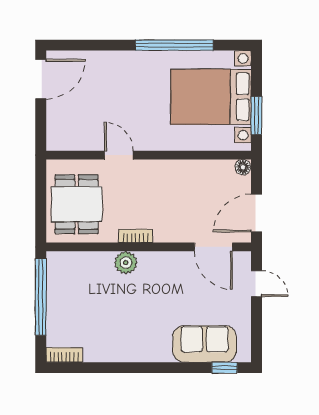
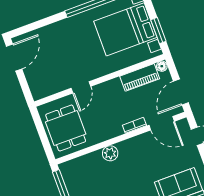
door: (119, 155) -> (81, 87), swing flipped
piano: (206, 172) -> (140, 77), added
bookcase: (136, 236) -> (134, 125), moved

